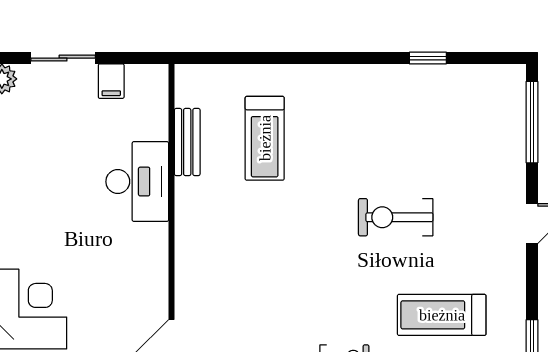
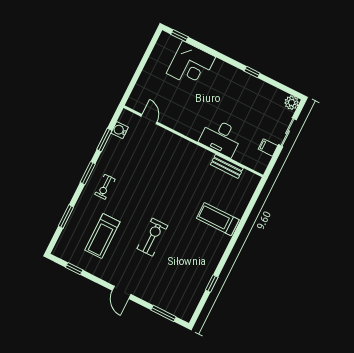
window: (532, 122) -> (164, 313), width x0.69
treadmill: (265, 138) -> (218, 219), moved
treadmill: (442, 315) -> (102, 236), turned 180

